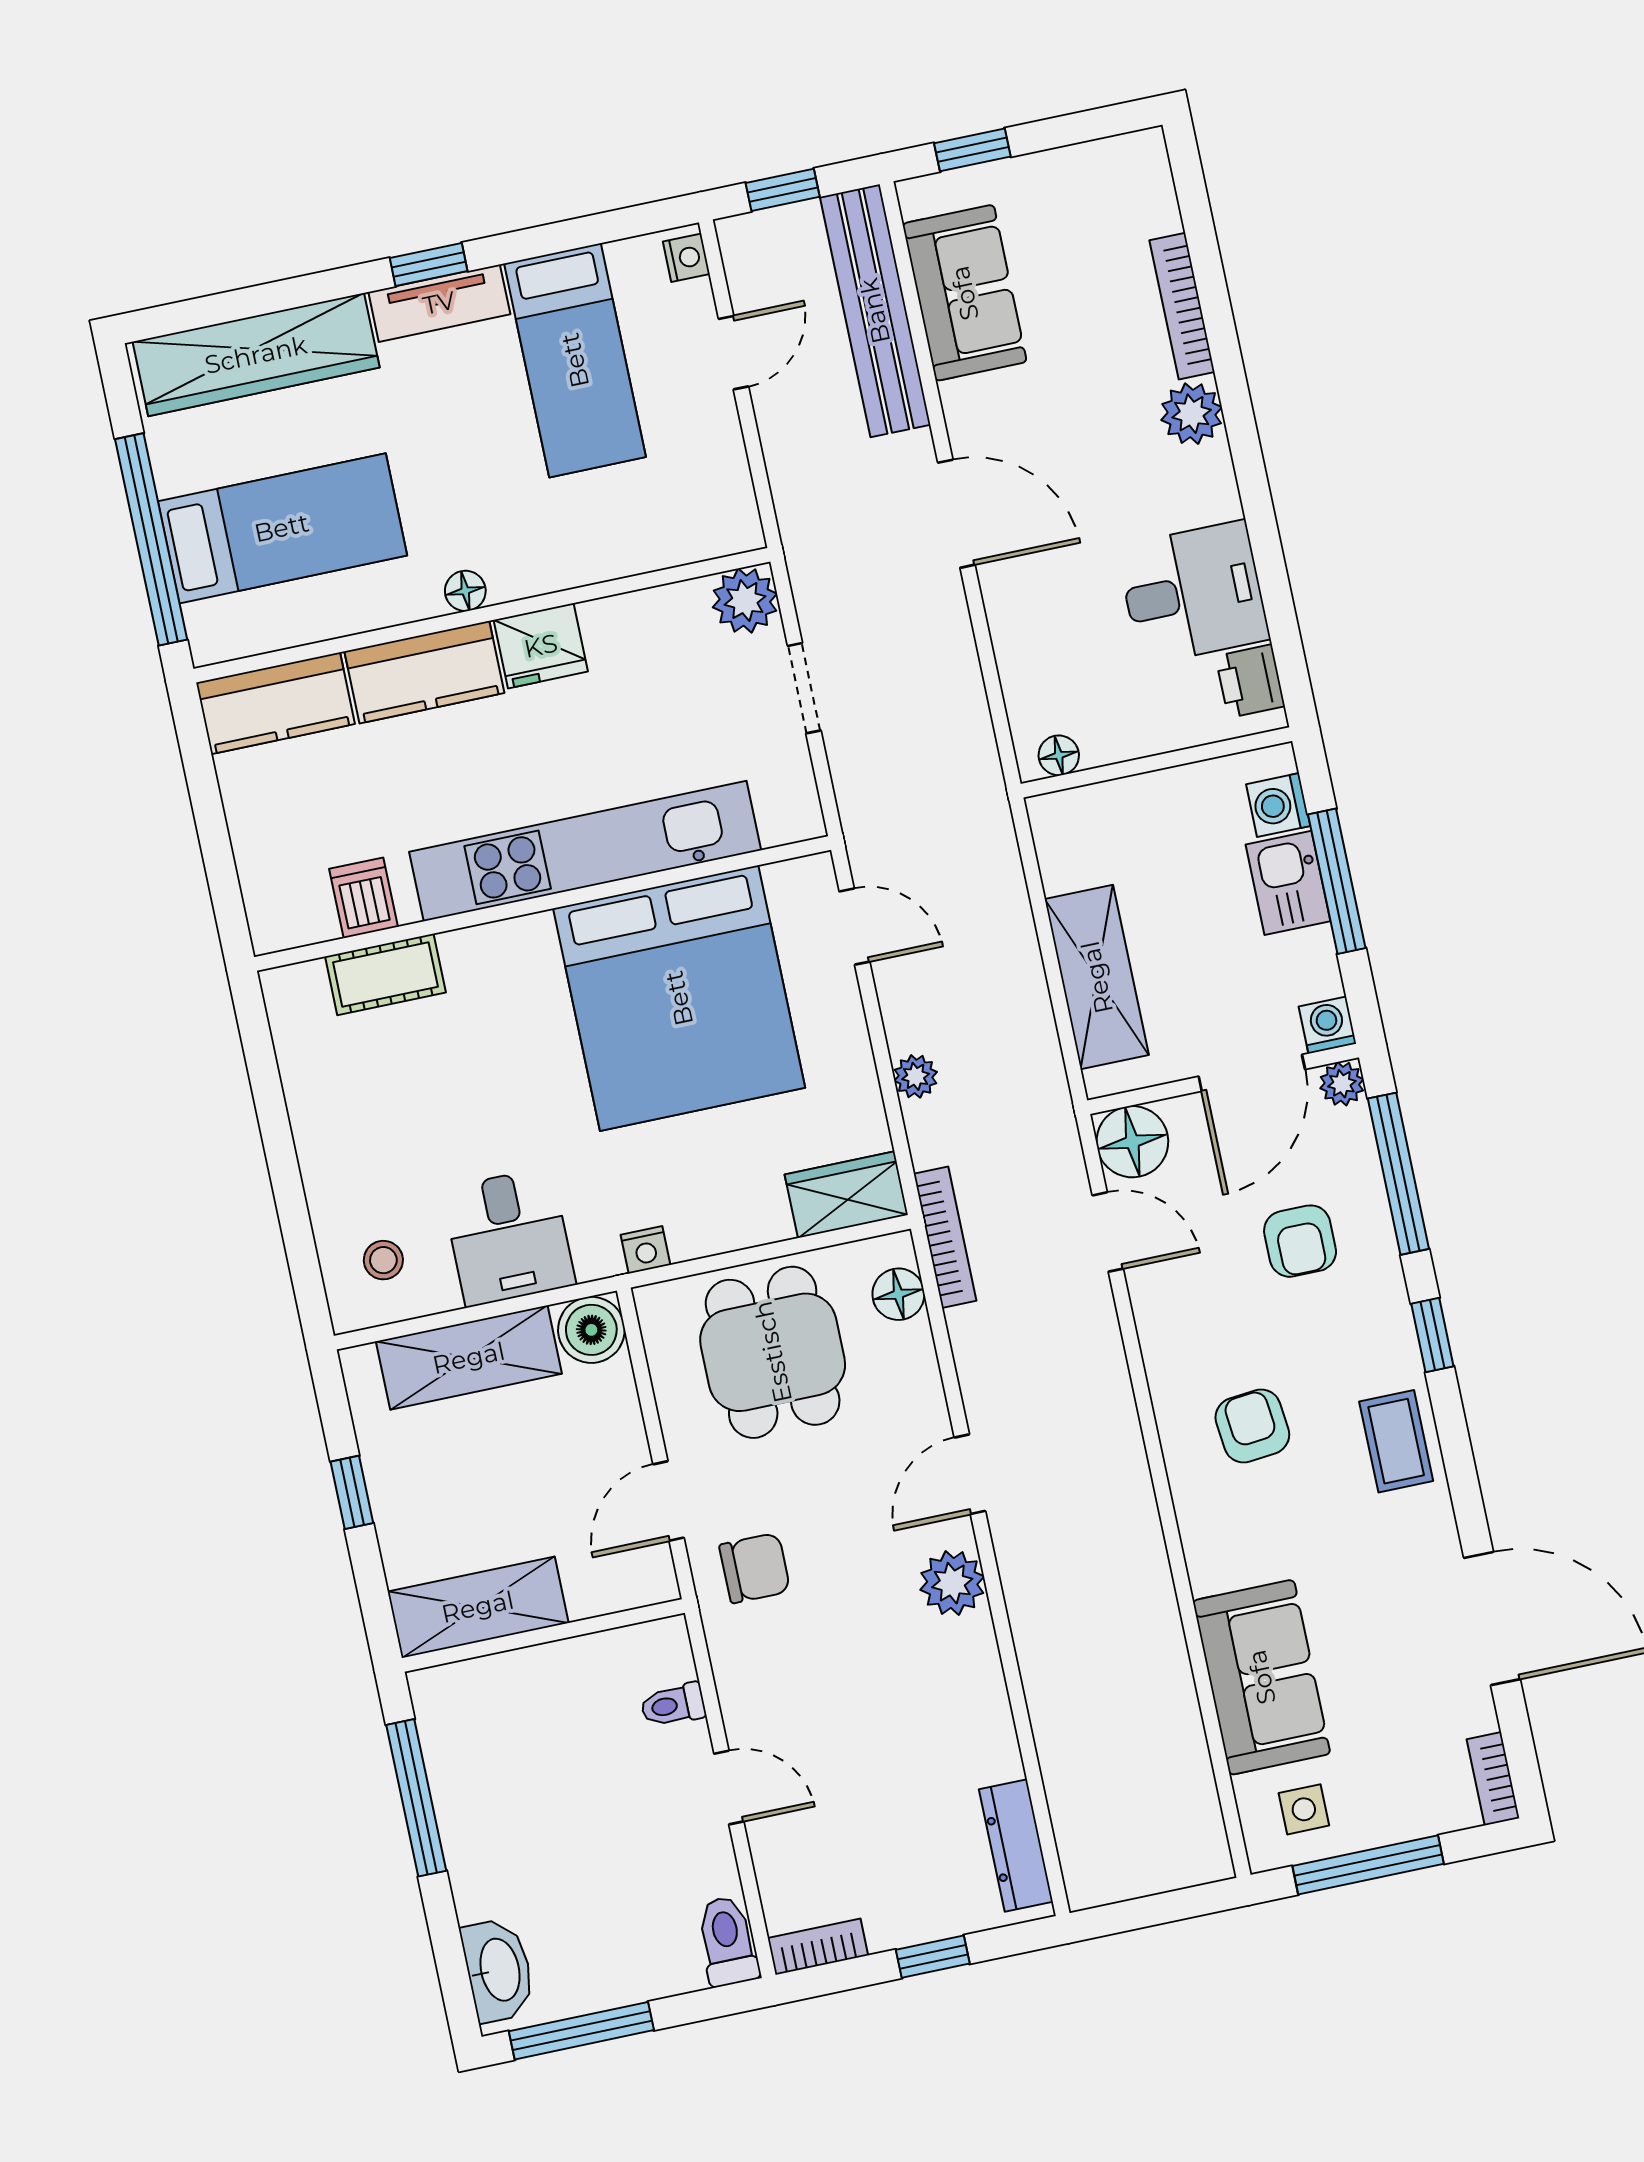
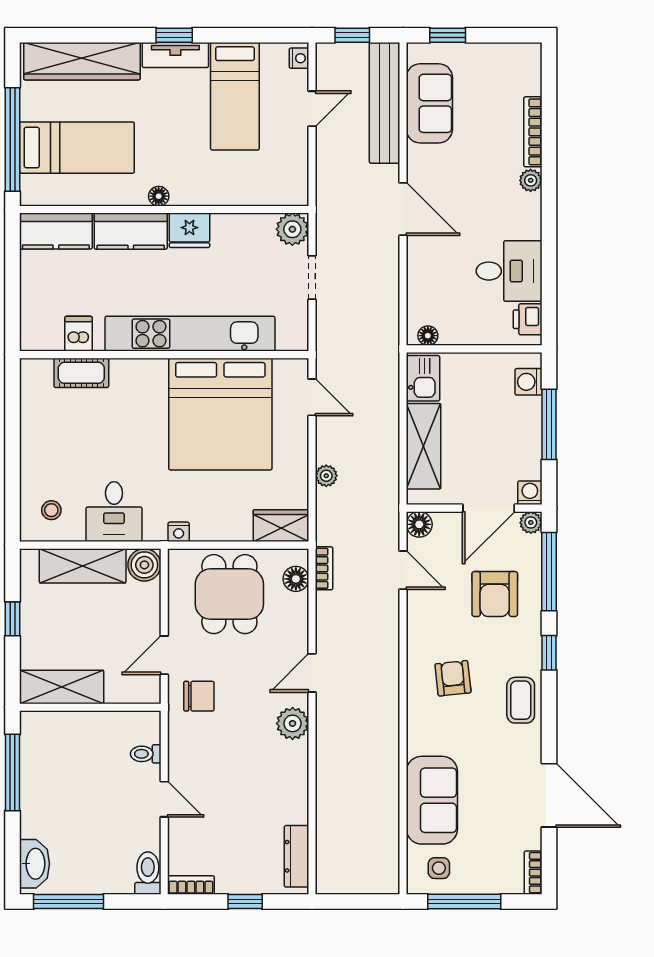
plant: (1192, 414) -> (531, 180), width x0.73, depth x0.73
kitchen sink: (1288, 883) -> (423, 378), moved, turned 180
floor lamp: (1132, 1142) -> (419, 524), width x0.73, depth x0.73
bookcase: (945, 1237) -> (324, 568), width x0.64
armchair: (1300, 1241) -> (495, 594), width x1.38, depth x1.38

